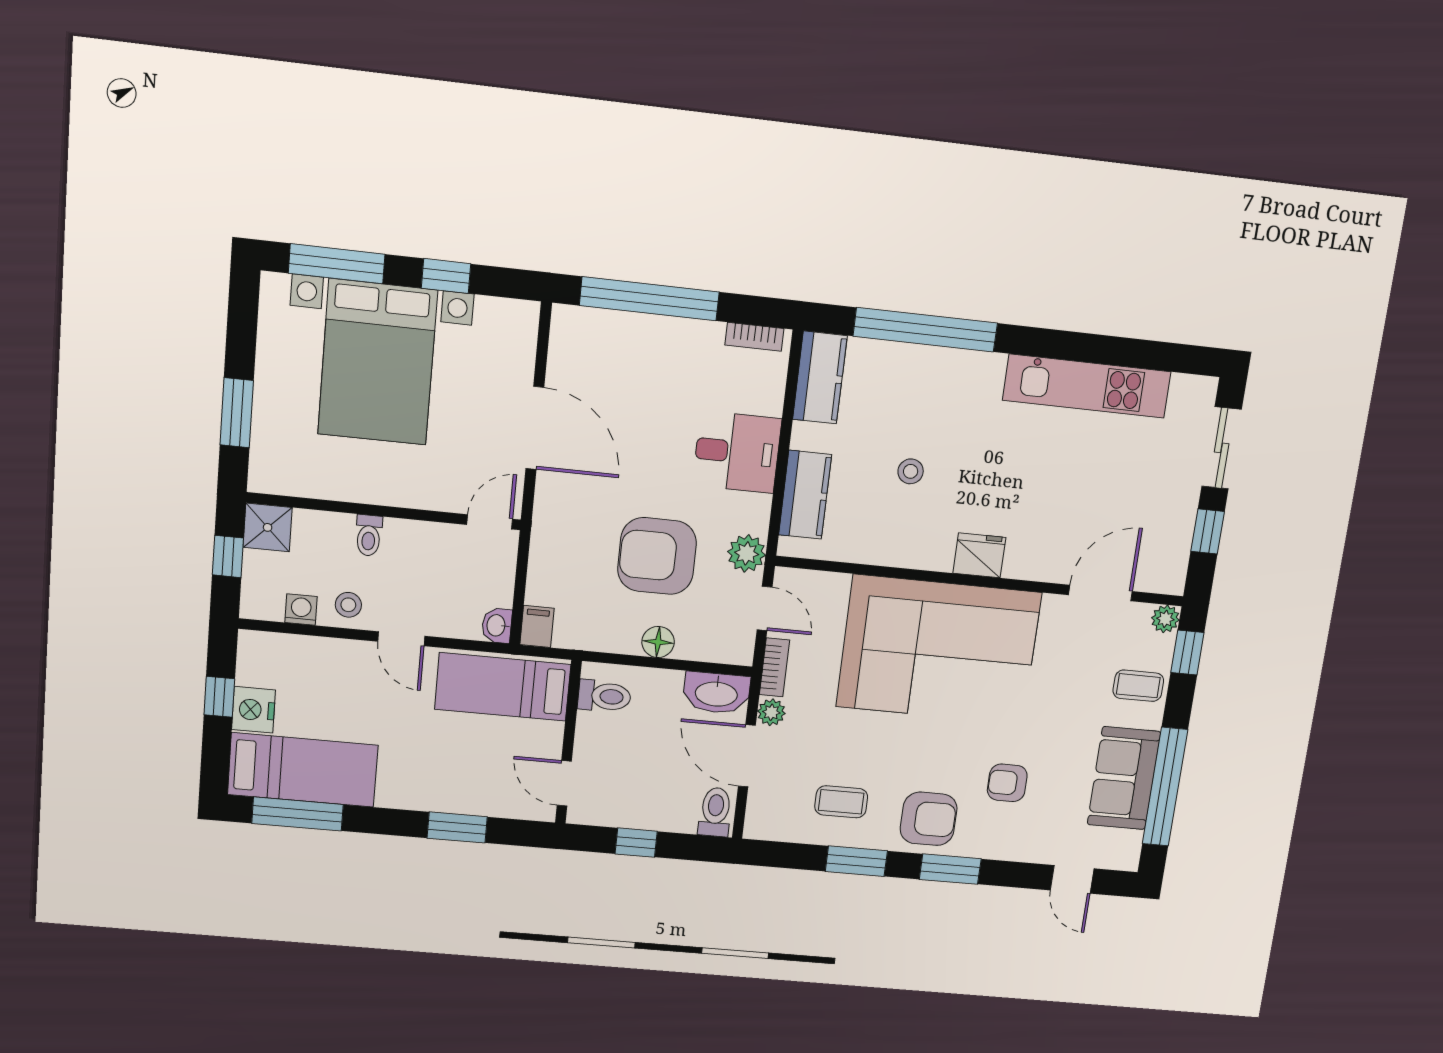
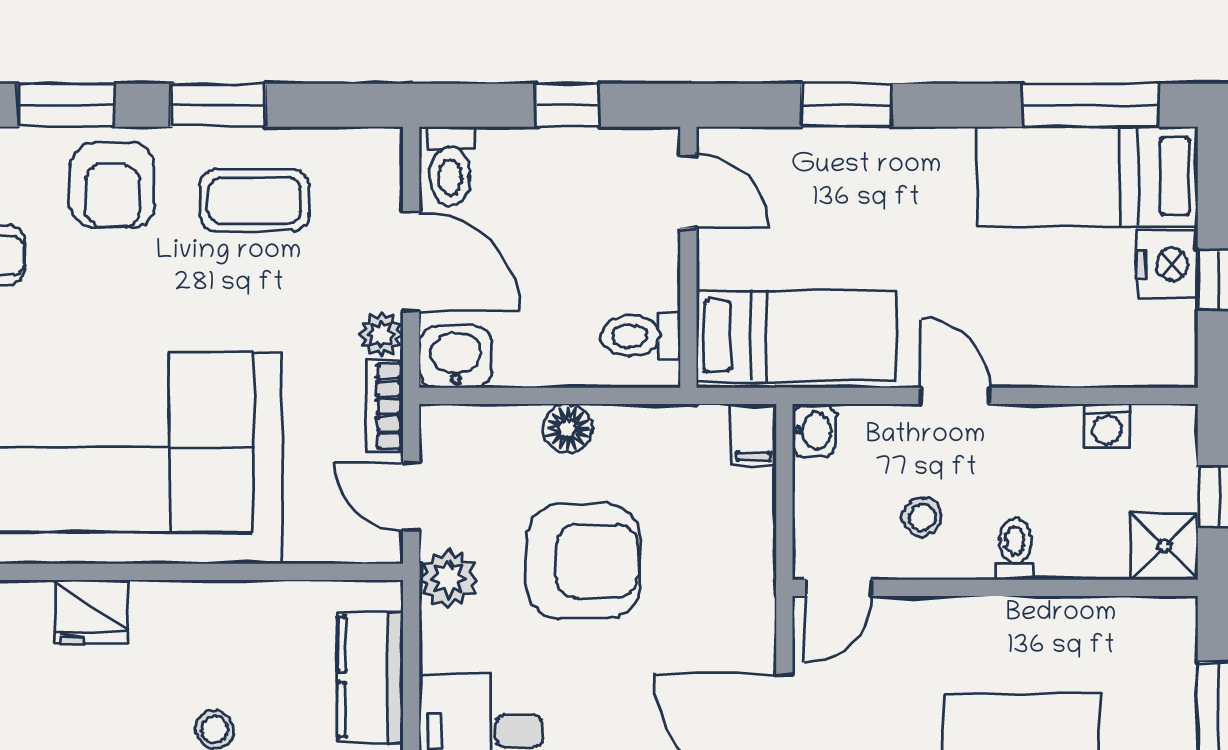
stool: (348, 605) -> (922, 517), moved
washbasin: (716, 693) -> (455, 357), width x0.72
coffee table: (841, 802) -> (254, 200), width x1.36, depth x1.30
armchair: (929, 819) -> (112, 185), turned -90

